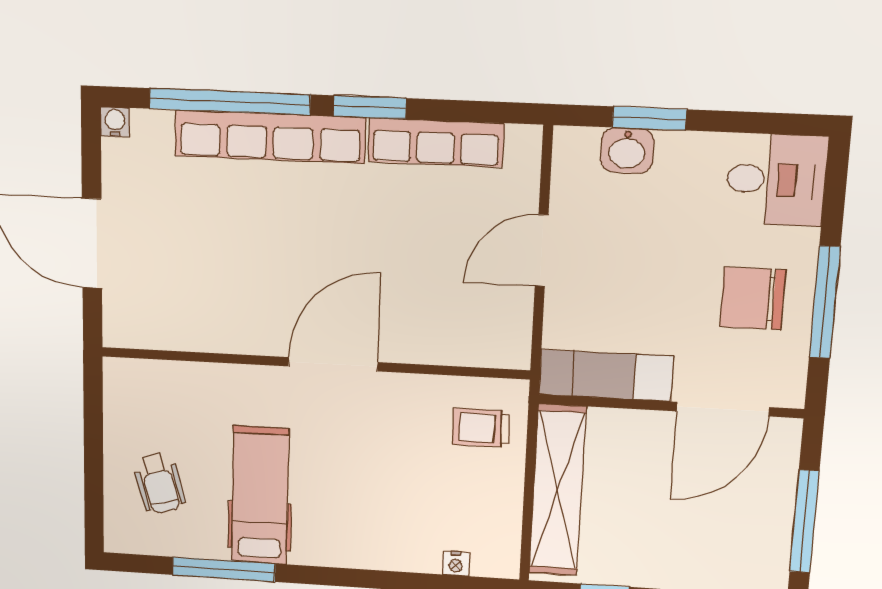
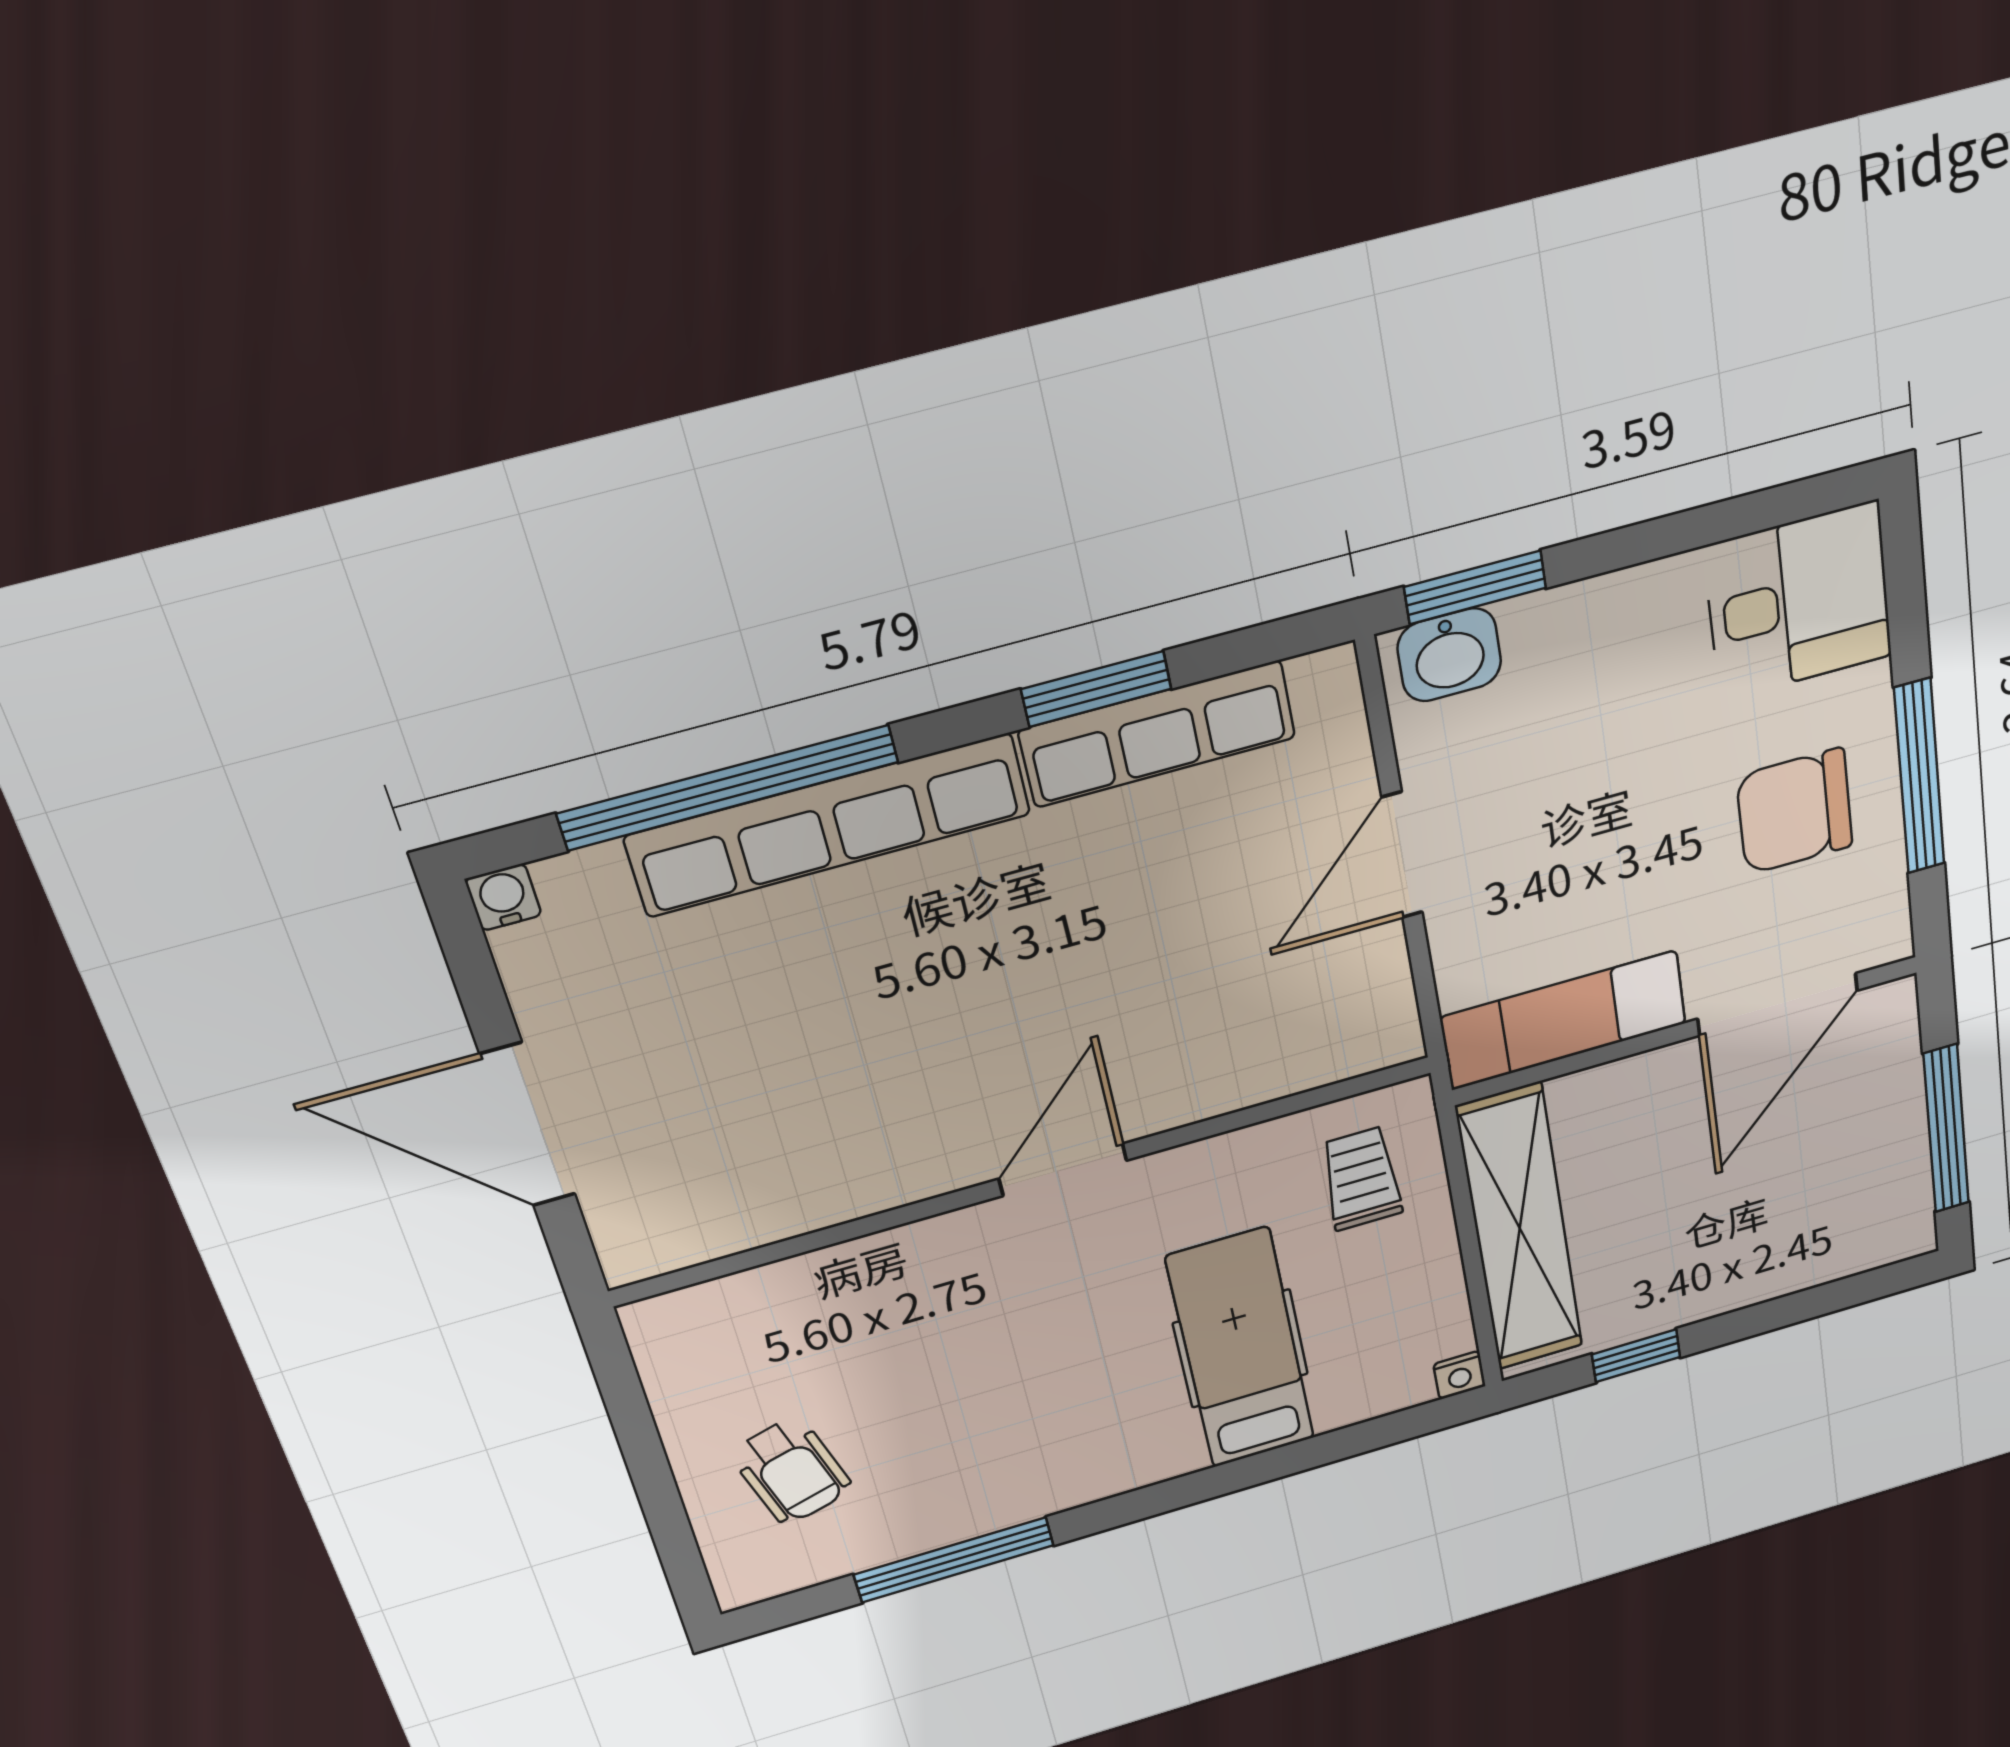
window: (370, 107) -> (1096, 689), moved
window: (649, 118) -> (1475, 587), moved
washbasin: (627, 150) -> (1449, 655), moved
door: (333, 364) -> (1063, 1170), width x0.73
trolley: (481, 428) -> (1361, 1178), turned 90
hospital bed: (260, 495) -> (1241, 1349), moved
nightstand: (456, 564) -> (1459, 1375), moved

